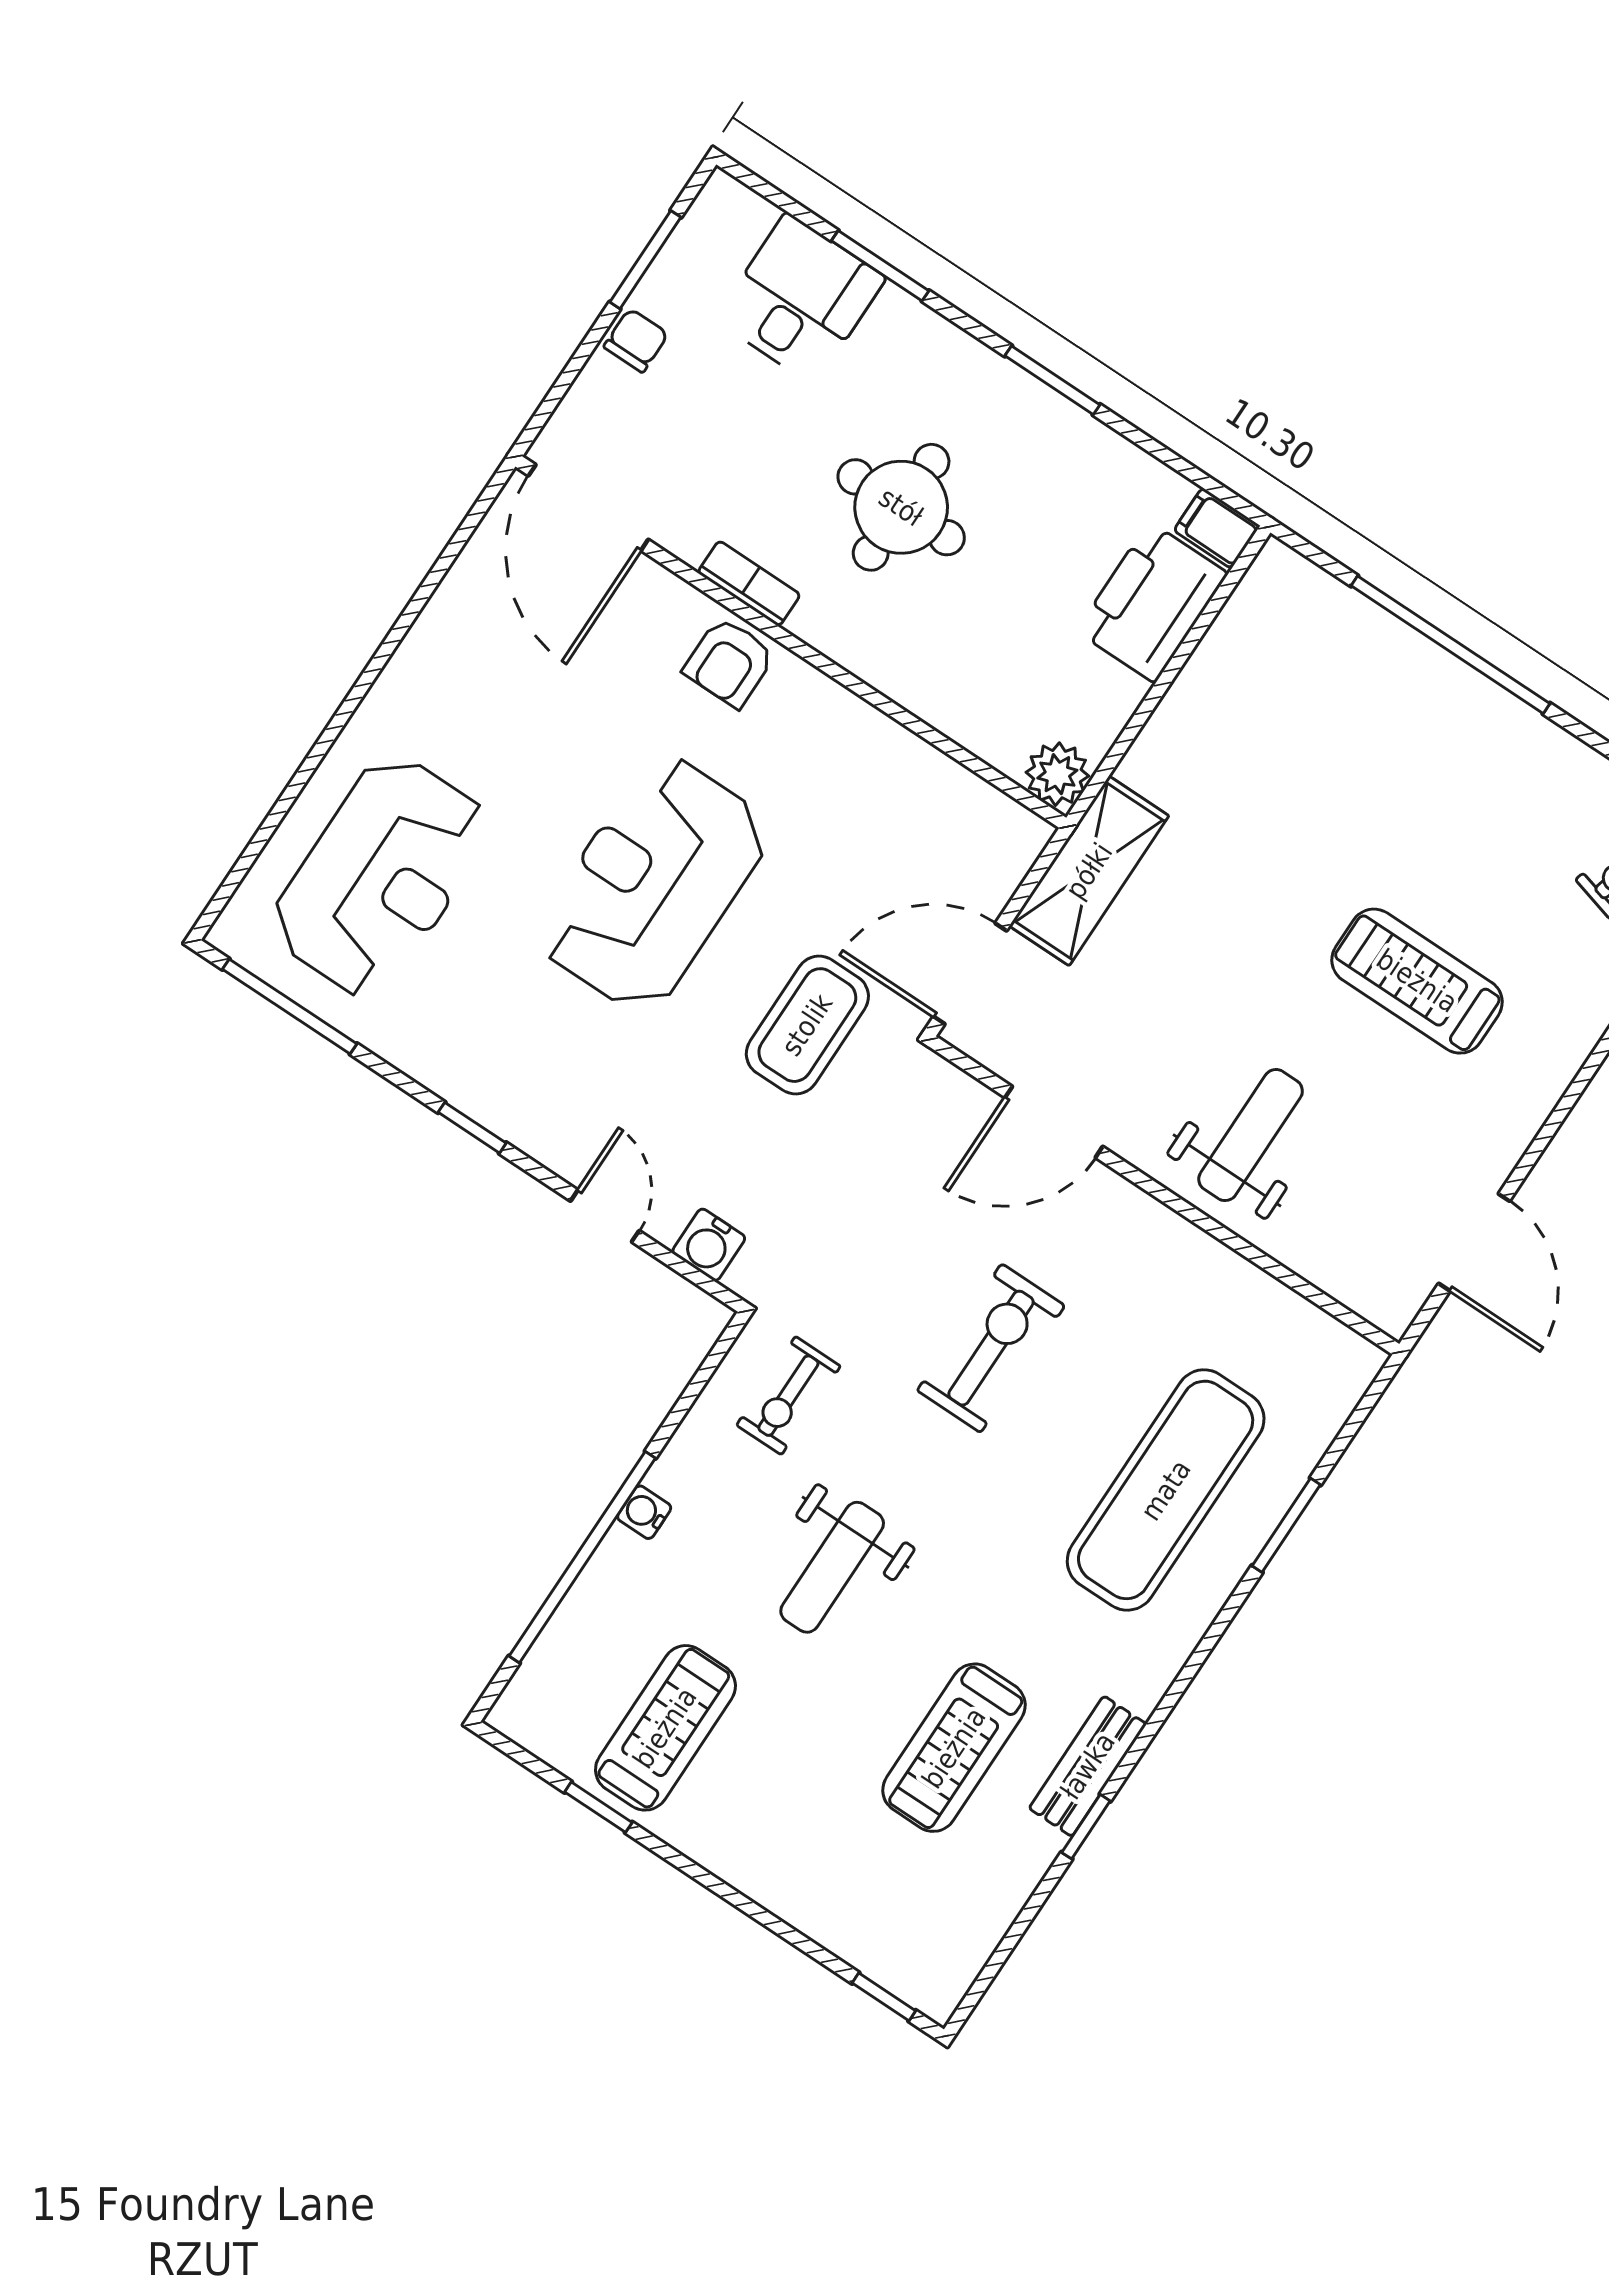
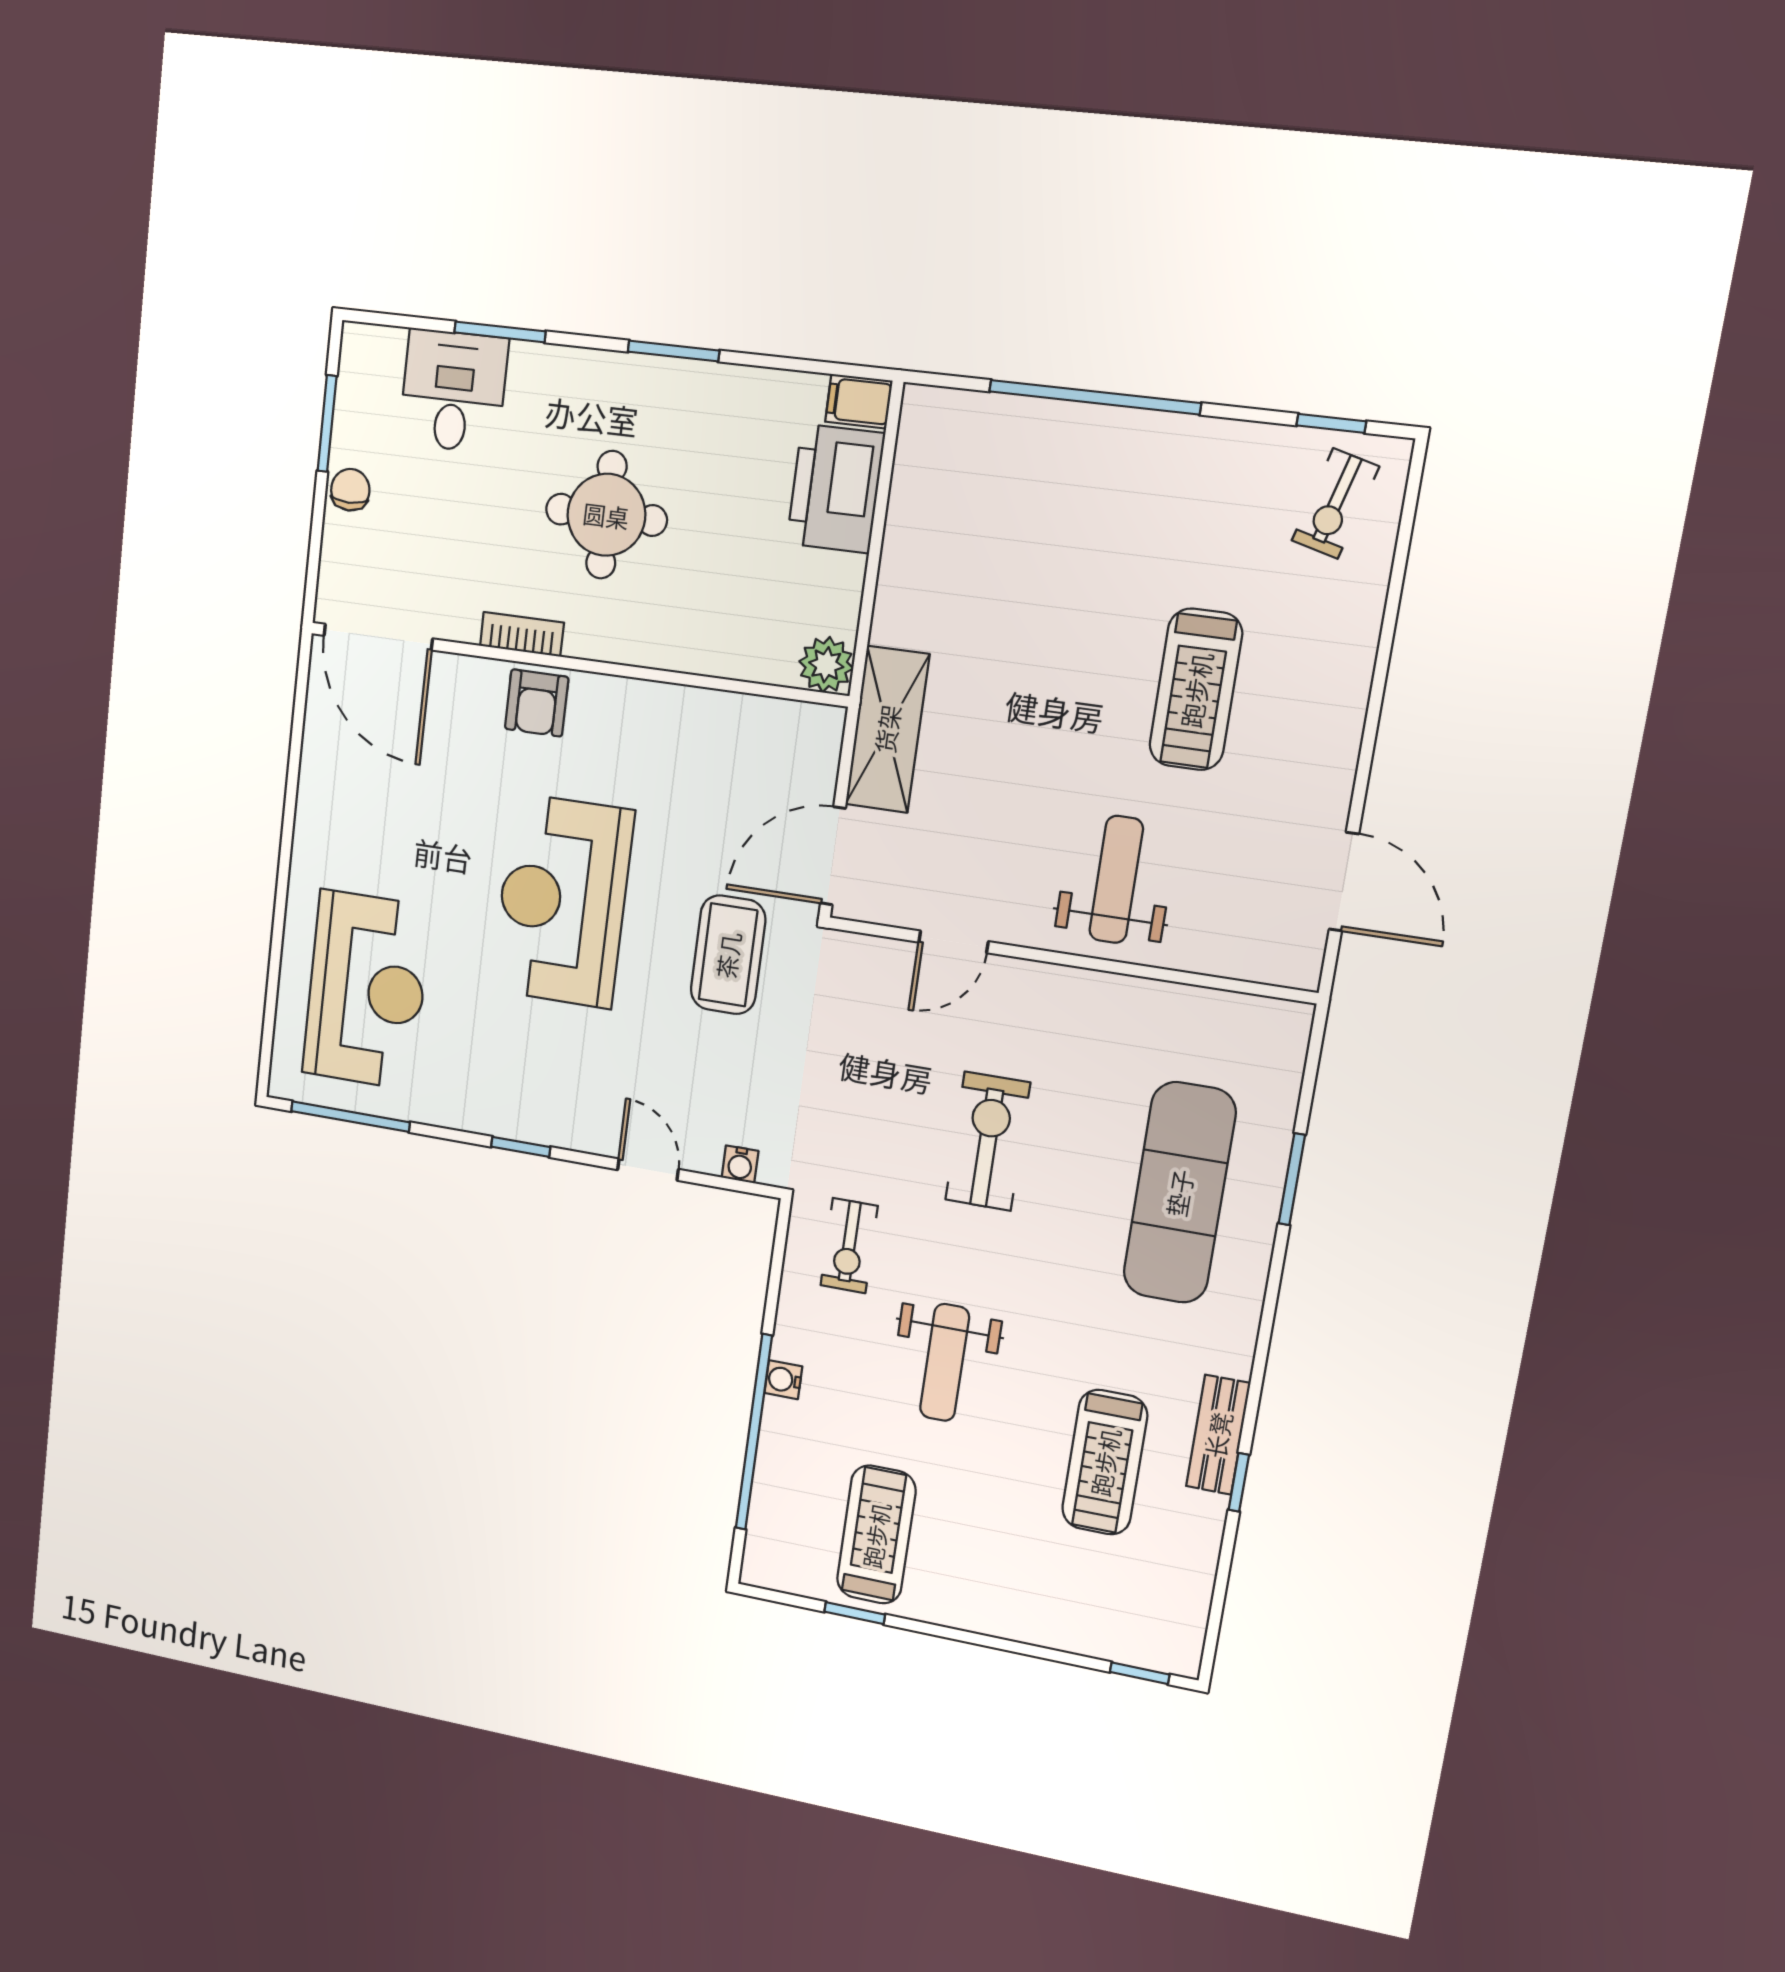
treadmill: (1417, 981) -> (1196, 690), turned -90
door: (1054, 1122) -> (953, 942), width x0.73
water cooler: (709, 1245) -> (740, 1164), width x0.72, depth x0.72

